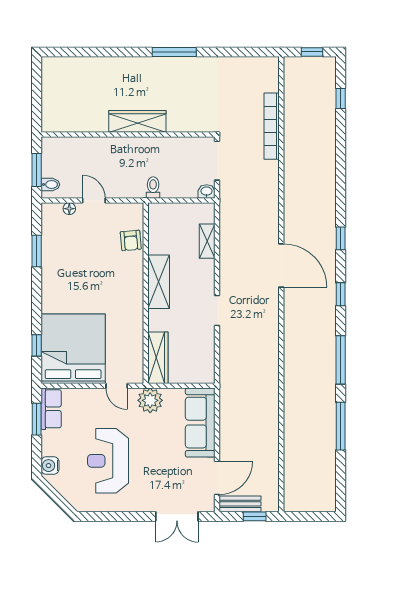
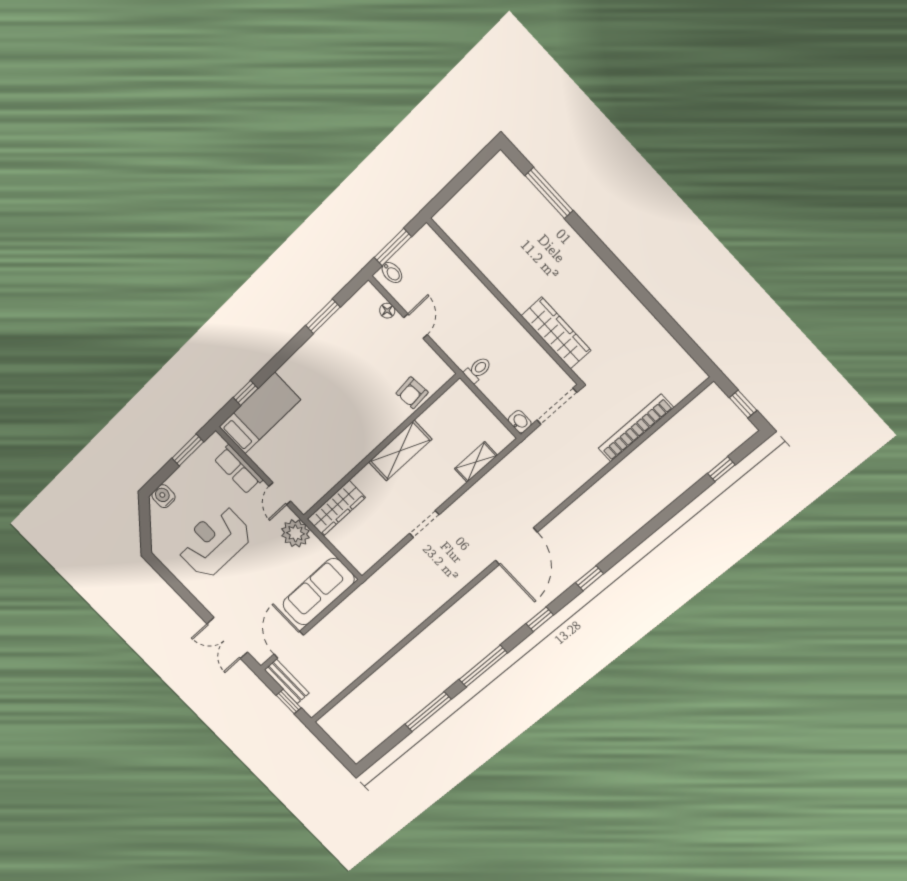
window: (174, 52) -> (549, 193), moved
wardrobe: (137, 121) -> (556, 333), moved
bed: (73, 349) -> (260, 413), width x0.49
row of seats: (51, 409) -> (238, 469), moved, turned 90
door: (217, 478) -> (289, 645), swing flipped

